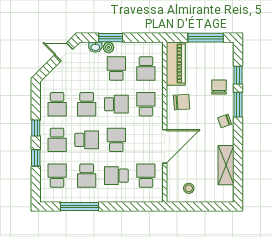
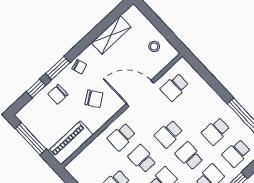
school desk: (146, 68) -> (95, 162), removed
chair: (182, 102) -> (94, 99), moved, turned 149
school desk: (87, 176) -> (216, 131), turned 180
school desk: (116, 176) -> (195, 109), removed

